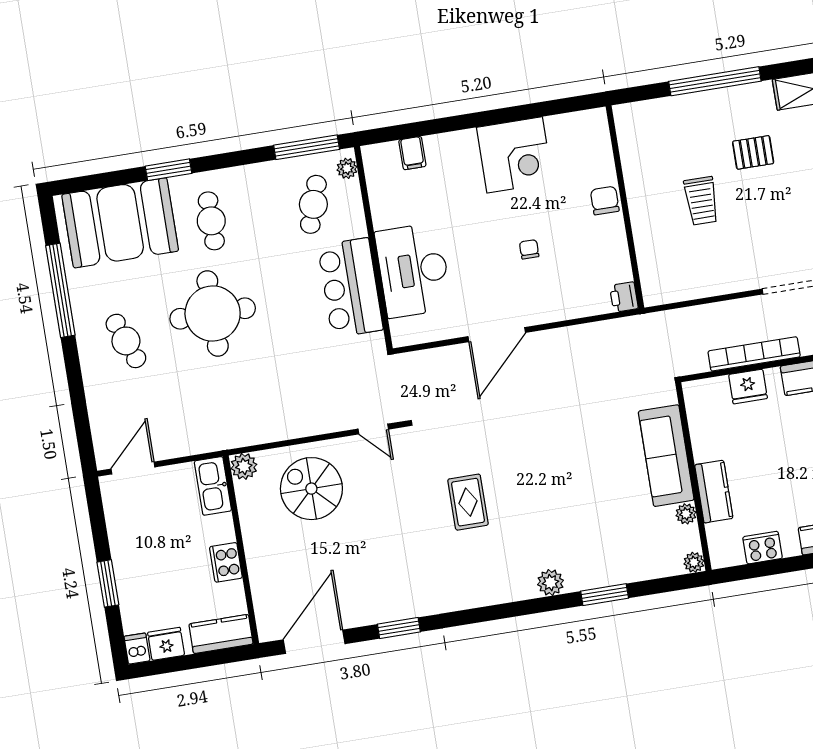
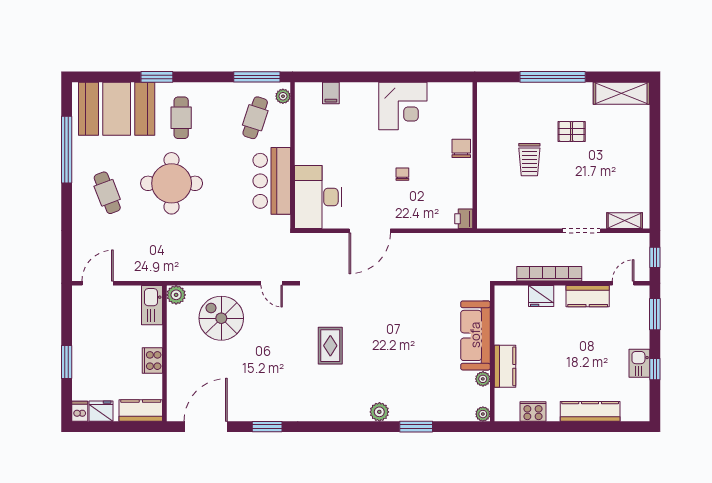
desk: (413, 270) -> (318, 197), moved

